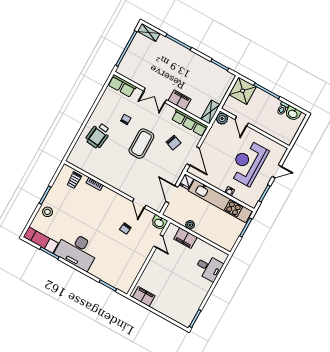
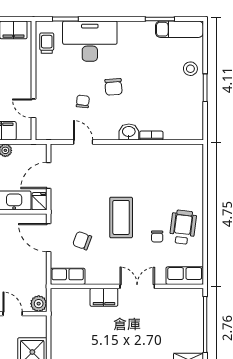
shelving: (210, 112) -> (58, 304), removed
row of seats: (190, 123) -> (68, 276), width x0.68
wheelchair: (98, 135) -> (183, 227), moved
trolley: (74, 180) -> (47, 43), moved
door: (172, 194) -> (49, 176), swing flipped
washbasin: (159, 223) -> (129, 132), moved
chair: (101, 227) -> (113, 87), added
desk: (77, 251) -> (90, 41), moved

